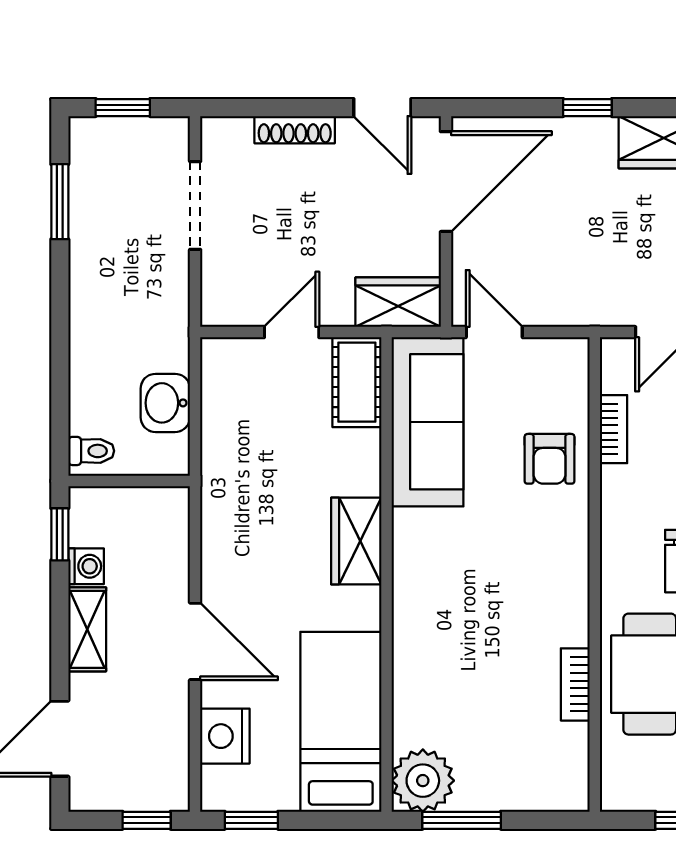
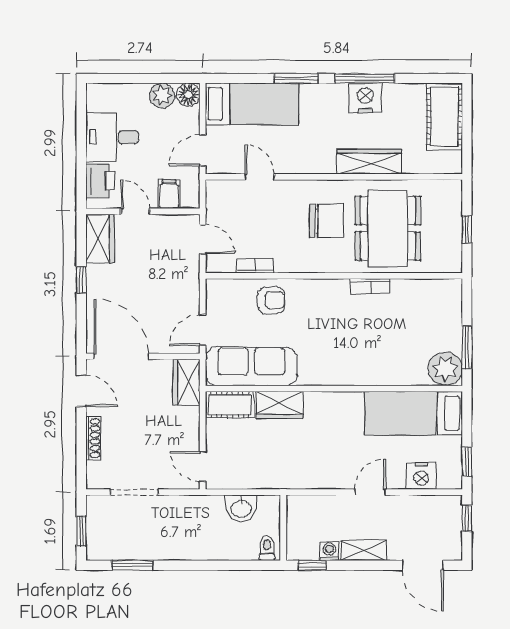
door: (382, 108) -> (81, 391), hinge flipped
door: (292, 332) -> (203, 466), moved
wardrobe: (356, 541) -> (279, 405), moved
door: (195, 641) -> (370, 492), width x0.73
bookcase: (575, 684) -> (371, 286), moved

